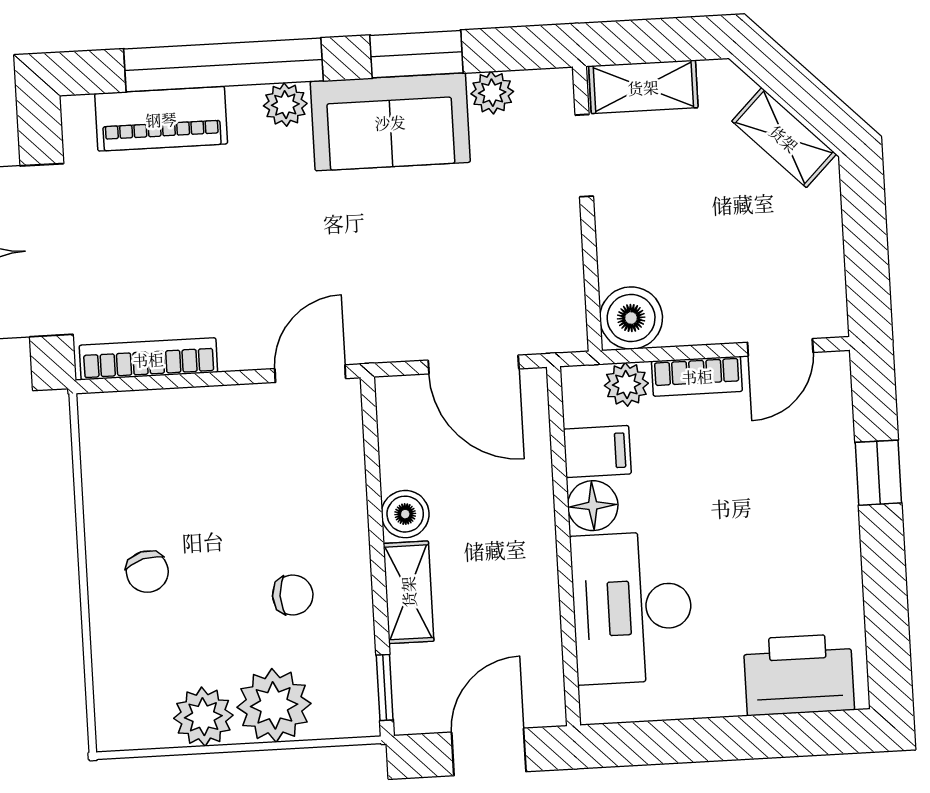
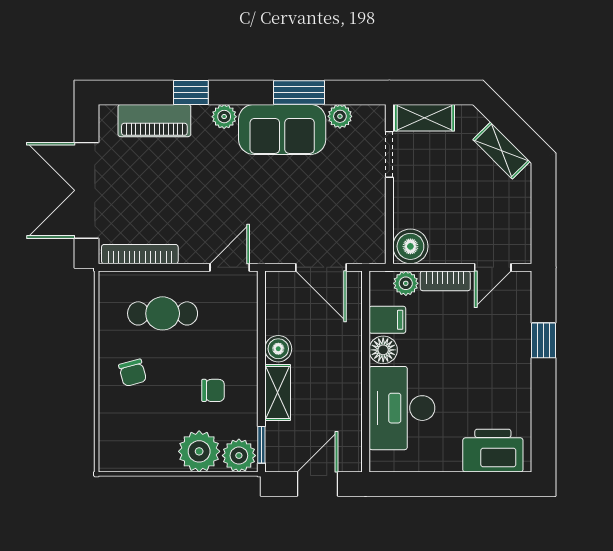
window: (224, 65) -> (191, 92), width x0.32
cafe table: (195, 463) -> (163, 313), added
plant: (203, 717) -> (239, 456), moved

